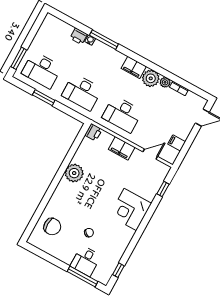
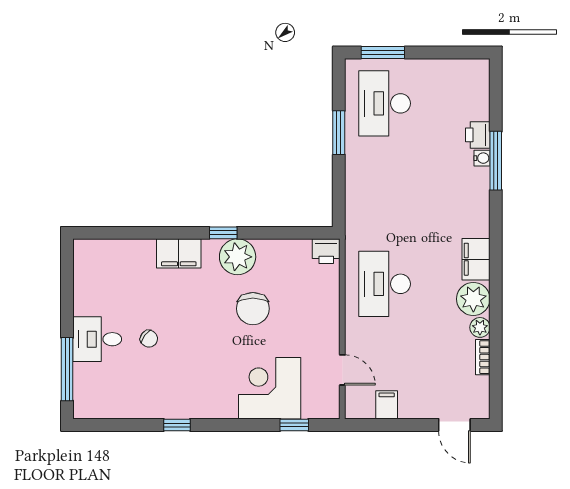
window: (104, 40) -> (496, 161), moved
desk: (82, 92) -> (385, 194), removed
filing cabinet: (122, 148) -> (179, 253), moved, turned -90
window: (60, 174) -> (223, 233), added
corner desk: (130, 209) -> (270, 388), moved
chair: (52, 227) -> (253, 309), moved
desk: (86, 261) -> (97, 339), moved
window: (118, 270) -> (177, 425), moved

